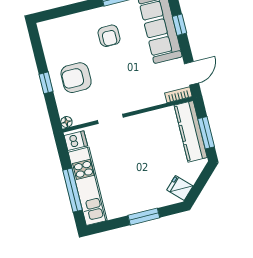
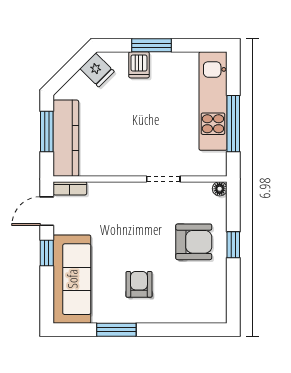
window: (179, 25) -> (47, 253), moved
dishwasher: (76, 141) -> (139, 65), moved, turned -90
window: (73, 190) -> (233, 124), moved

